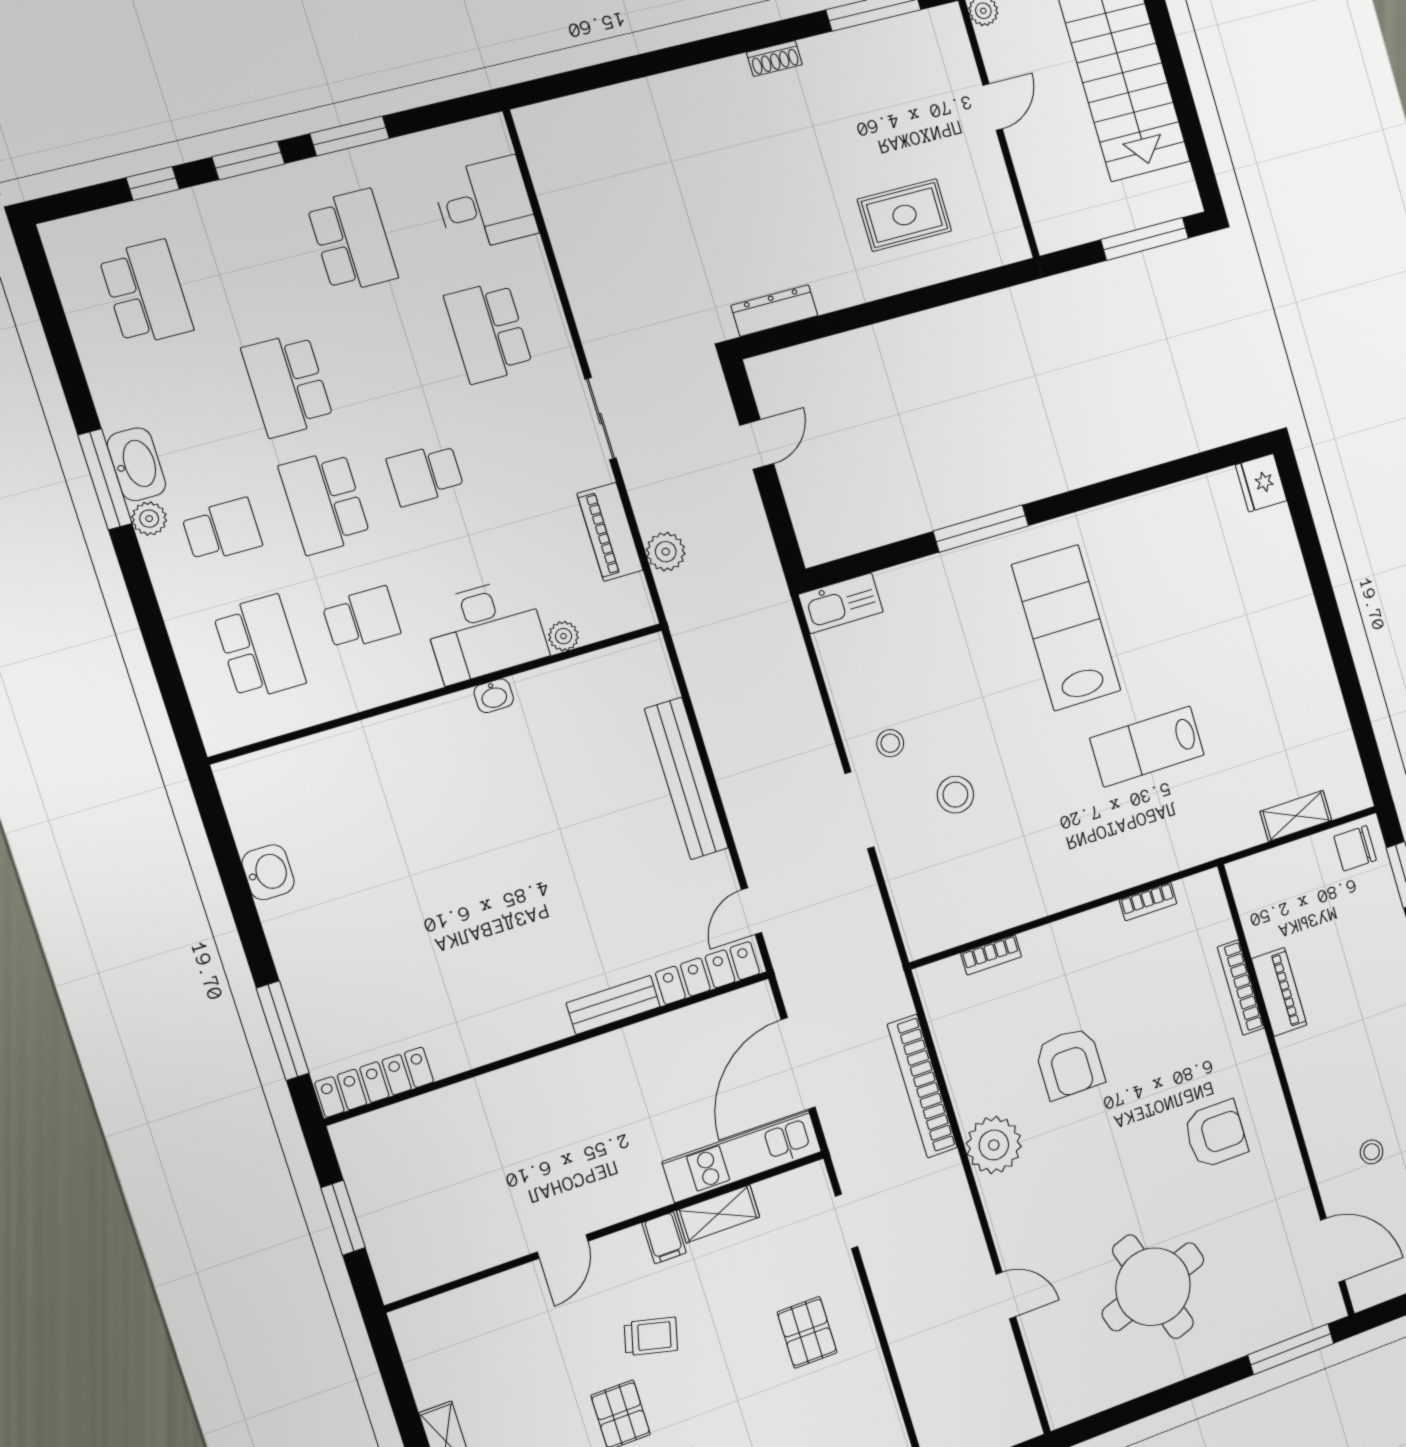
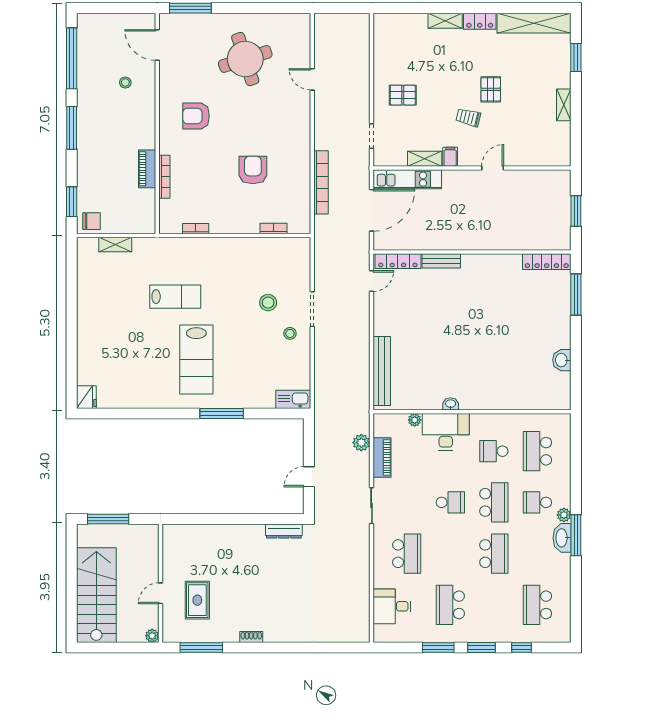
rug: (904, 215) -> (197, 600), moved, turned 90
bench: (686, 779) -> (382, 371), moved
plant: (994, 1145) -> (298, 146), removed
pallet: (807, 1332) -> (403, 95), turned 90

